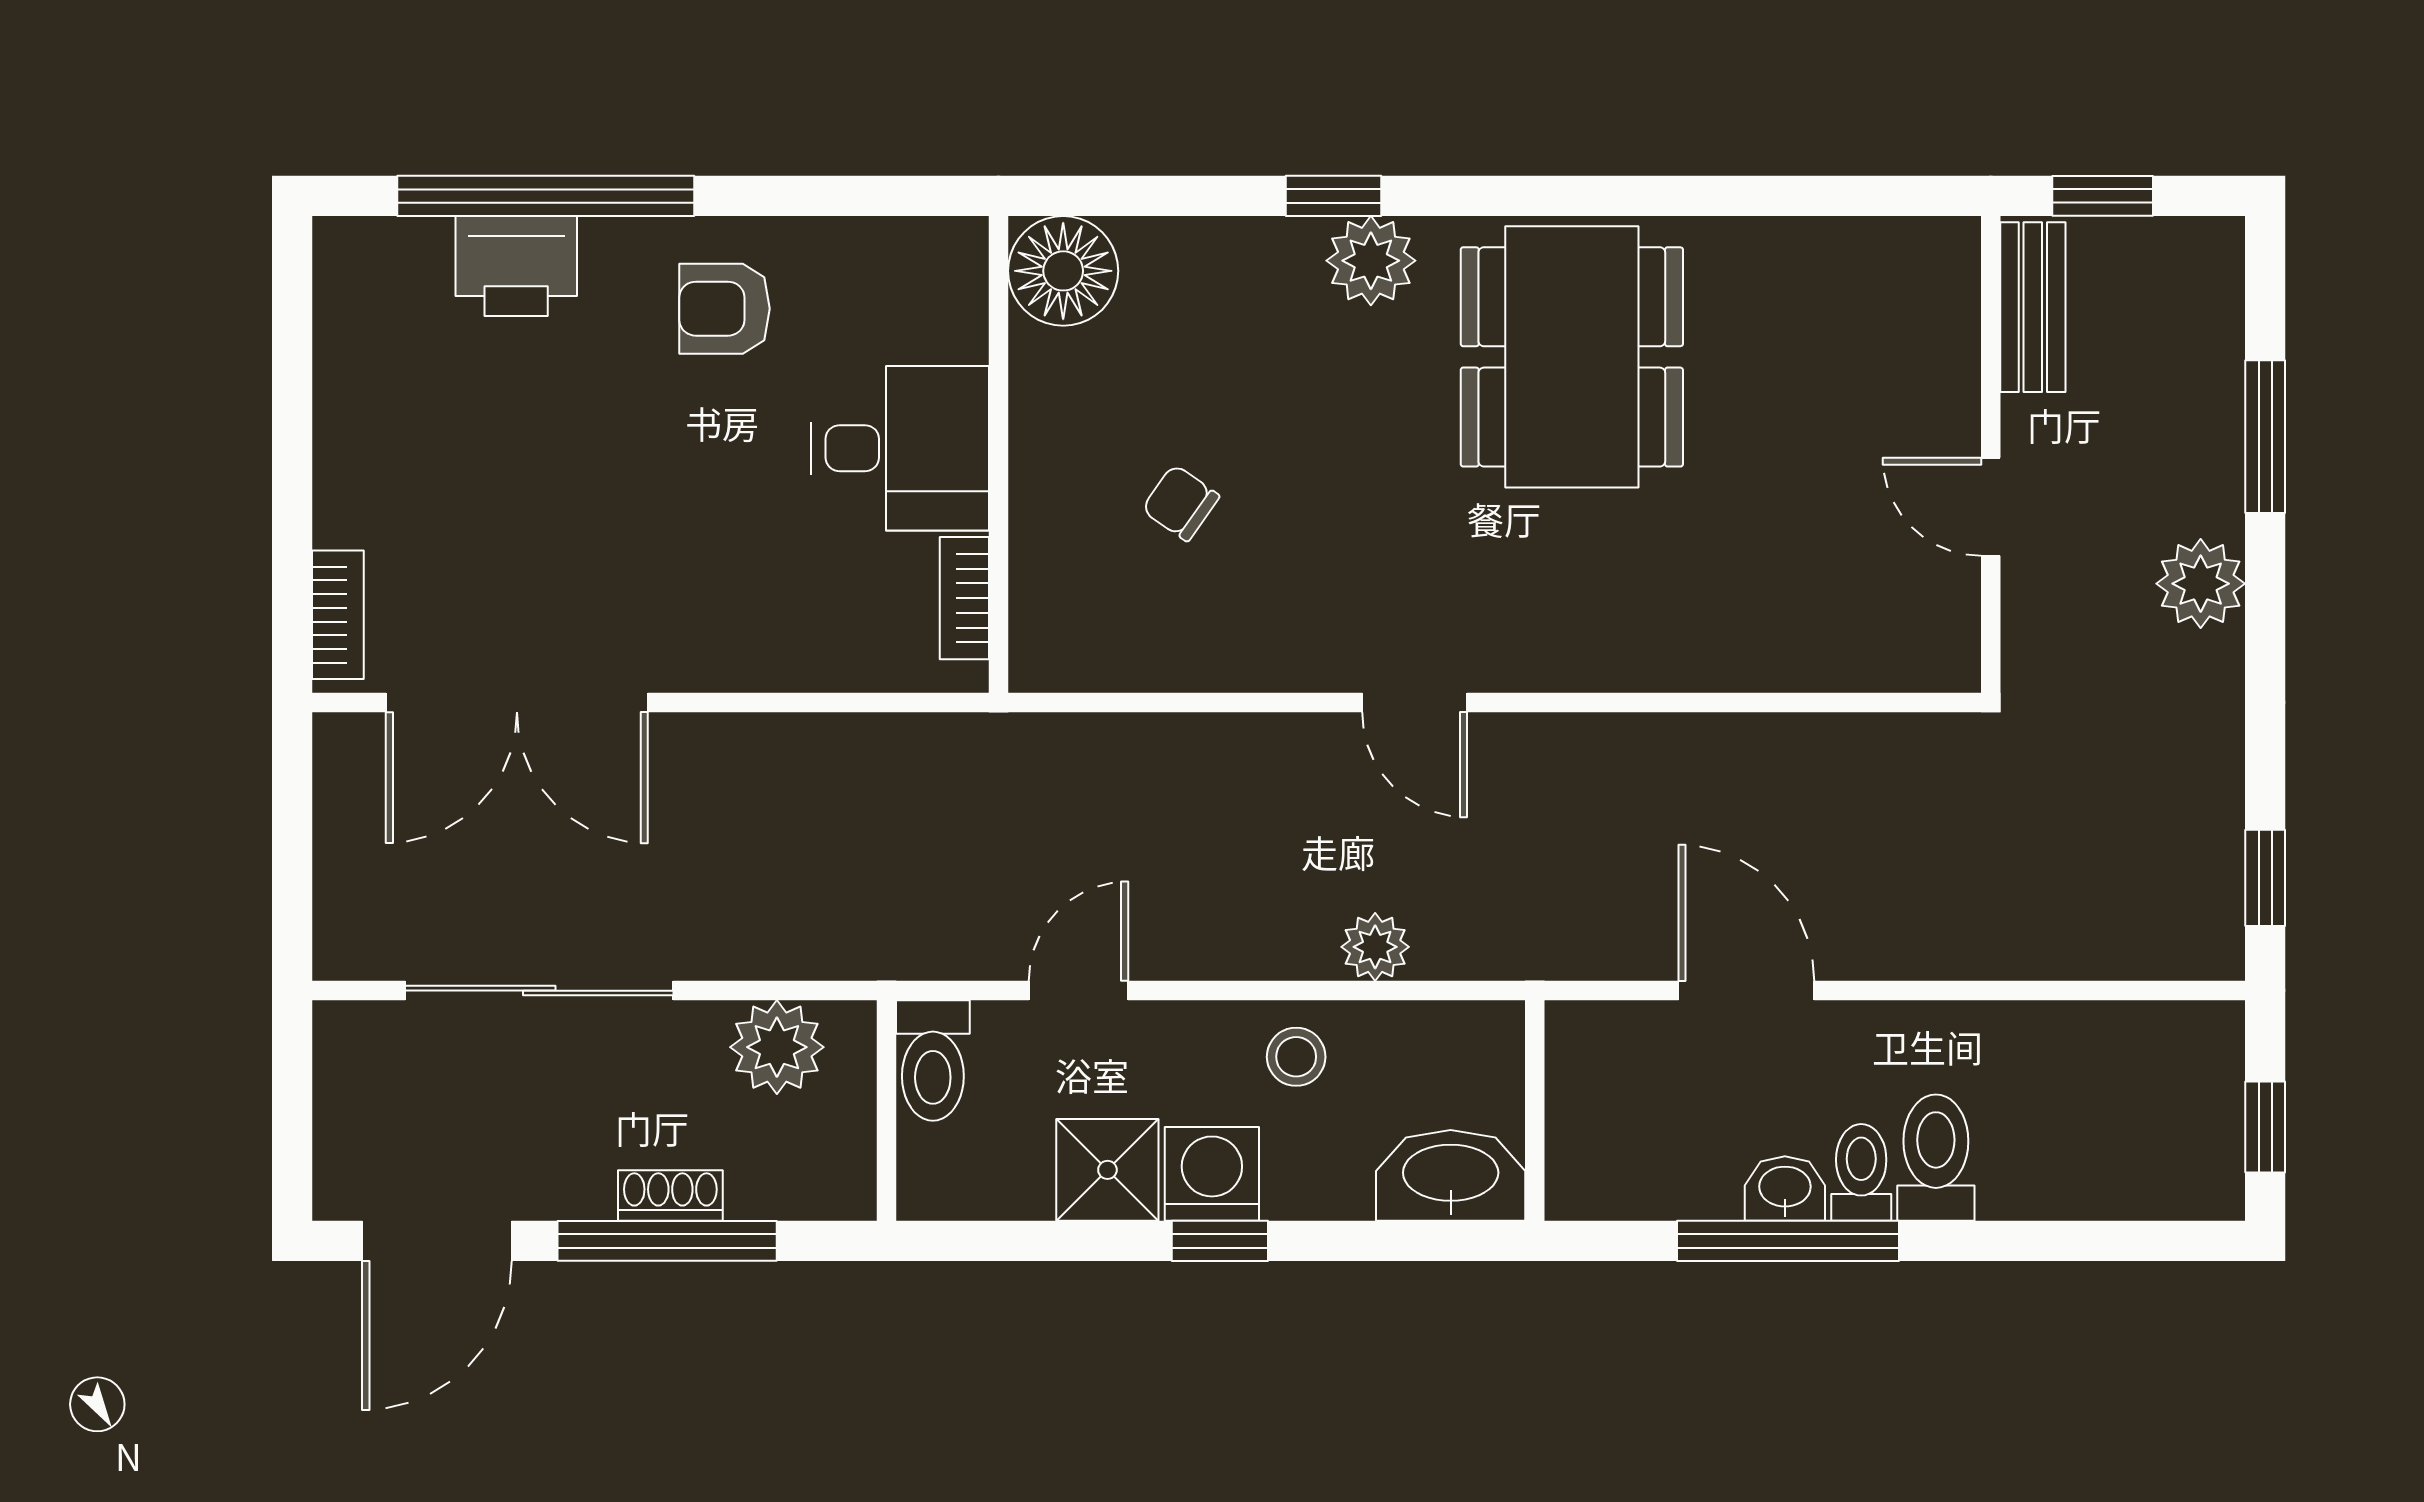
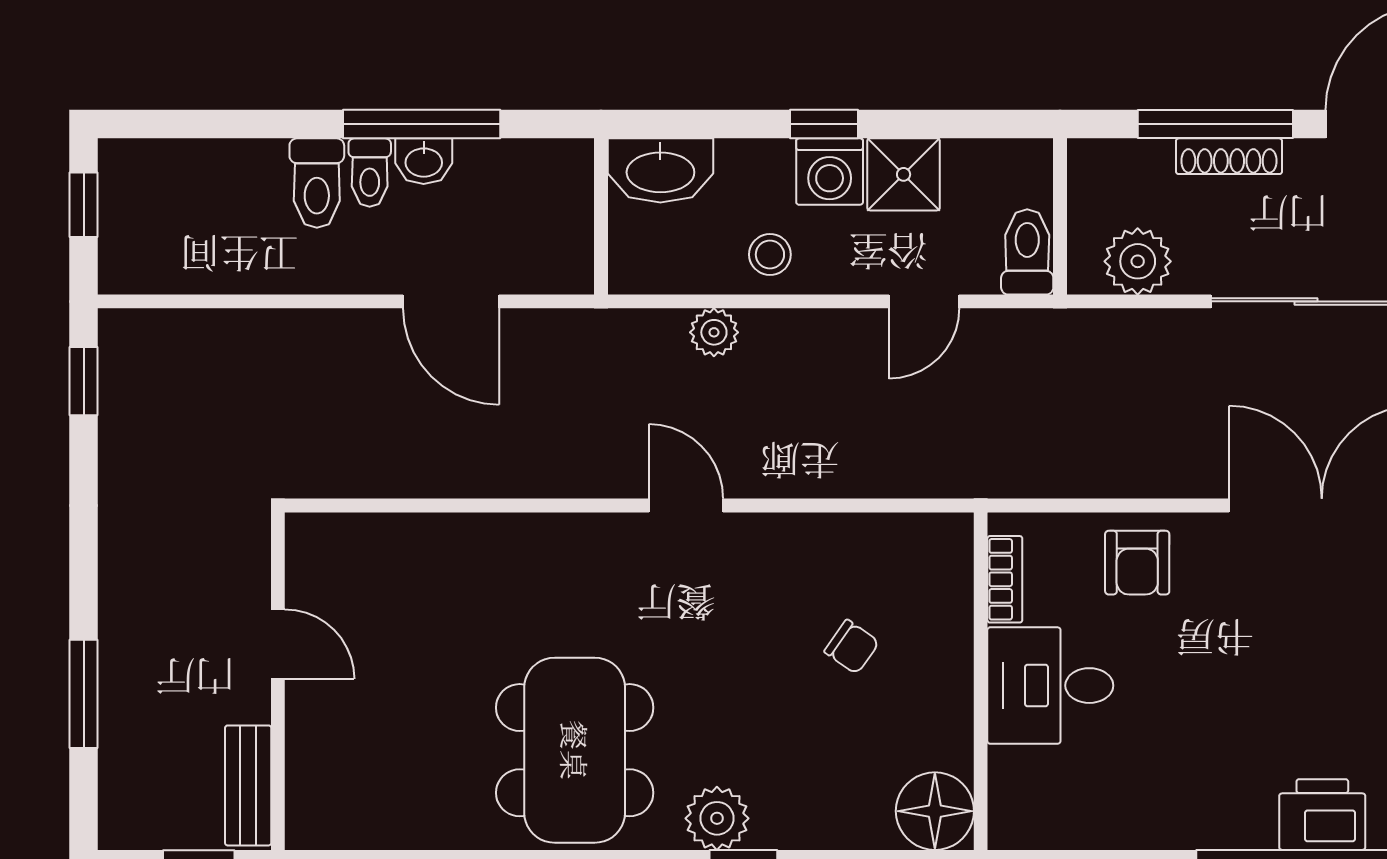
armchair: (724, 309) -> (1137, 563), moved, turned 90
plant: (2201, 584) -> (129, 590), removed
shoe rack: (670, 1196) -> (1229, 156), width x1.43

